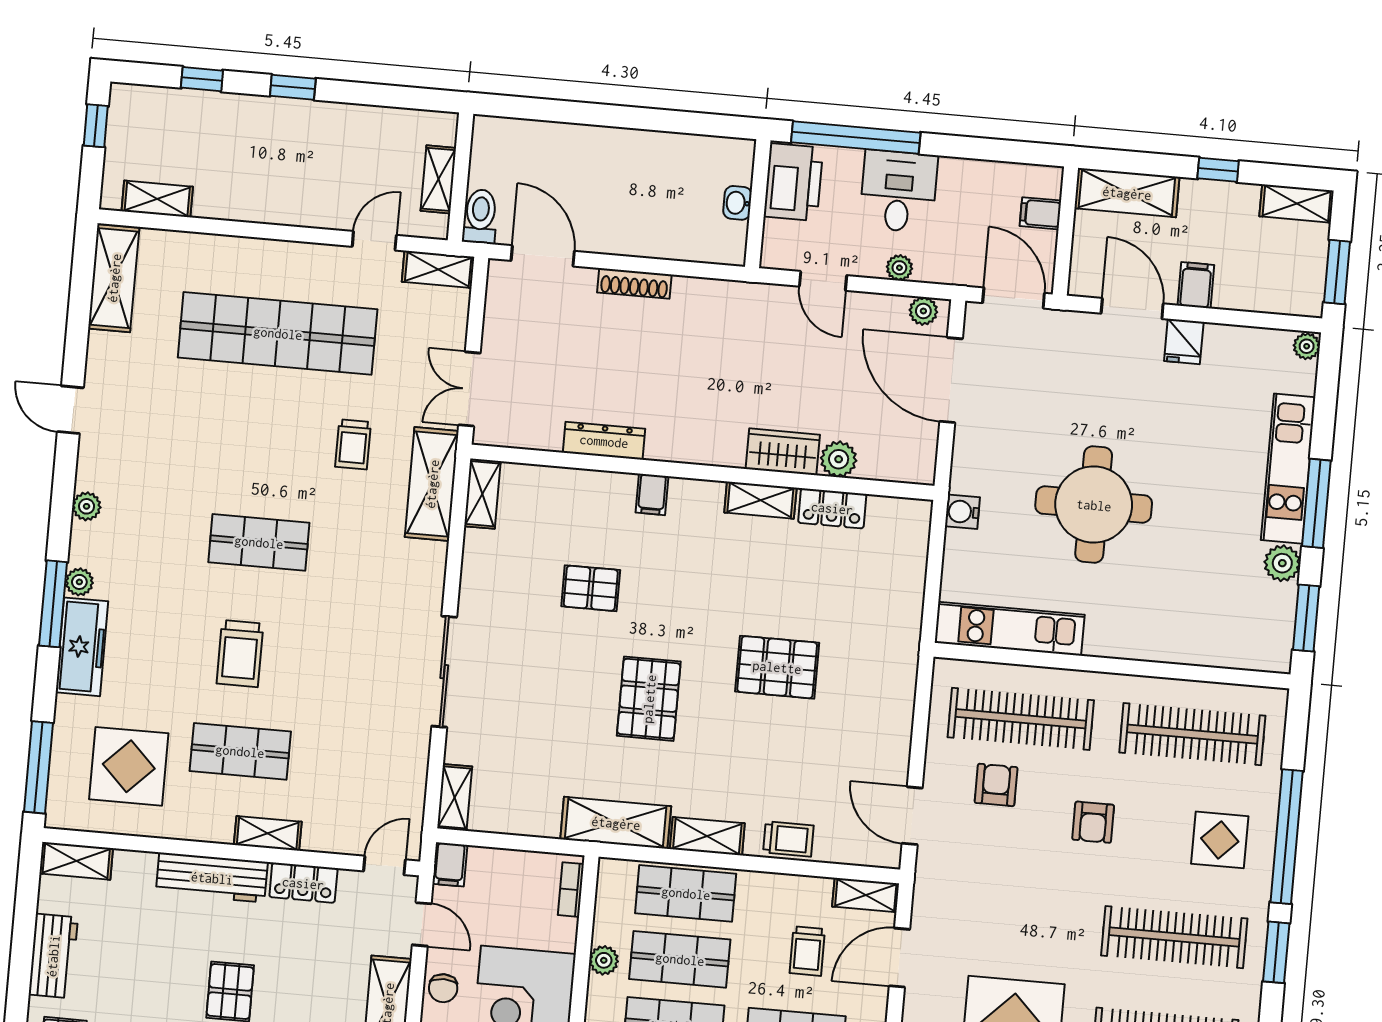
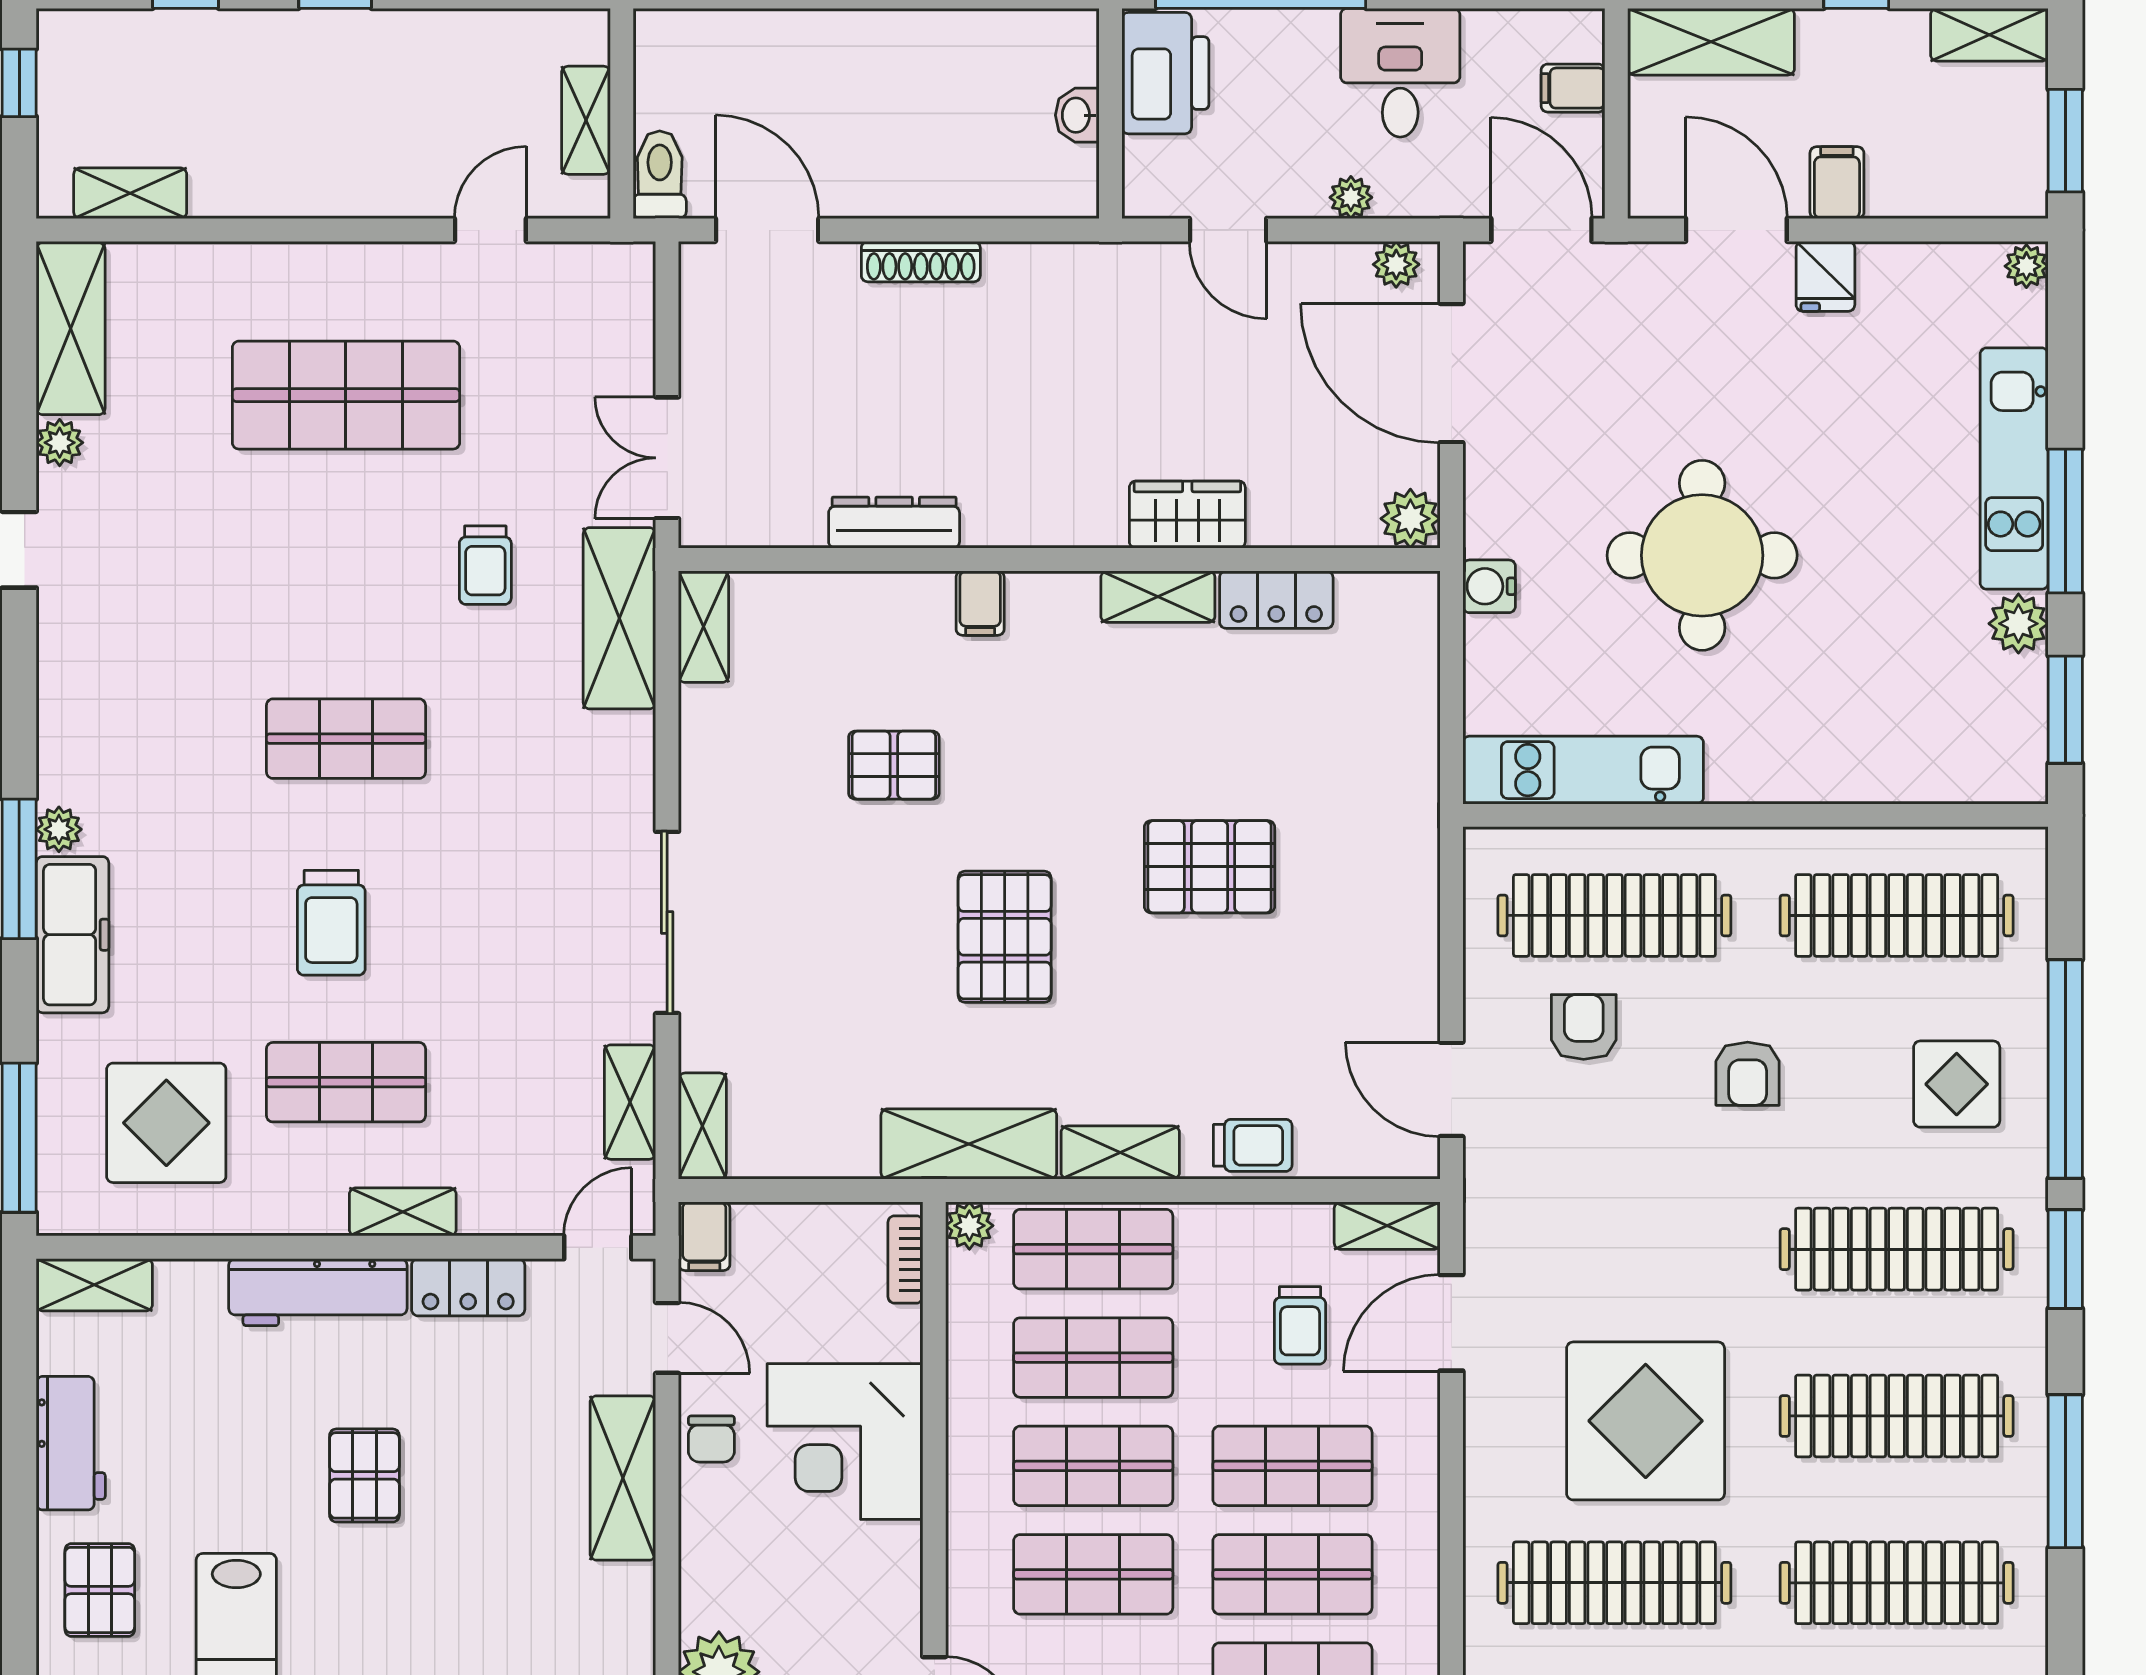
desk: (899, 191) -> (1400, 73), moved
shelving: (438, 269) -> (630, 1102), moved, turned 90
shop shelf: (278, 333) -> (346, 395), width x0.71
plant: (839, 459) -> (1410, 519), moved
plant: (87, 506) -> (60, 443), moved
plant: (604, 960) -> (969, 1226), moved

